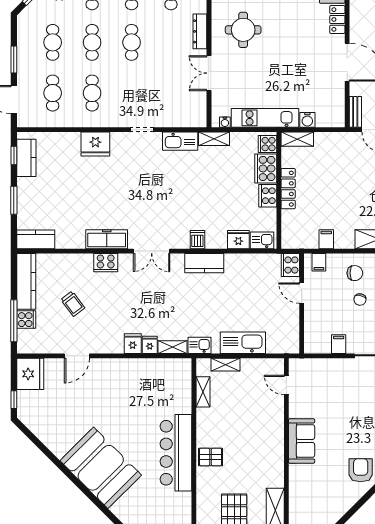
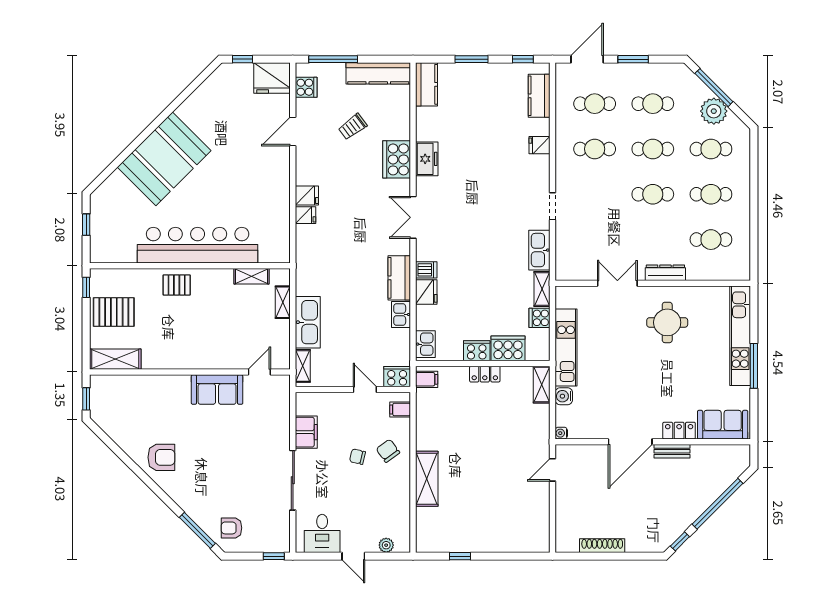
bench: (355, 112) -> (672, 451), moved
water cooler: (225, 122) -> (561, 433), moved
fridge: (95, 144) -> (540, 145), width x0.53, depth x0.75
cooker: (267, 144) -> (540, 318), moved, turned -90
kitchen counter: (26, 158) -> (539, 96), moved, turned 90
locker: (288, 189) -> (485, 374), width x0.66
freezer: (107, 239) -> (427, 159), width x0.71
filing cabinet: (326, 239) -> (427, 379), moved
fridge: (238, 240) -> (426, 292), moved
cooker: (106, 263) -> (397, 159), width x1.37, depth x1.31
chair: (355, 273) -> (388, 451), turned 144
door: (302, 293) -> (365, 390), hinge flipped
cooker: (26, 320) -> (306, 87), moved, turned -90
filing cabinet: (339, 344) -> (306, 432), width x2.00
kitchen sink: (200, 345) -> (401, 315), moved, turned 180
shelving: (173, 347) -> (303, 366), moved
door: (77, 356) -> (293, 132), hinge flipped
sofa: (302, 441) -> (217, 390), moved
bar counter: (176, 453) -> (198, 245), width x1.36
pallet: (211, 457) -> (177, 285), turned 90

